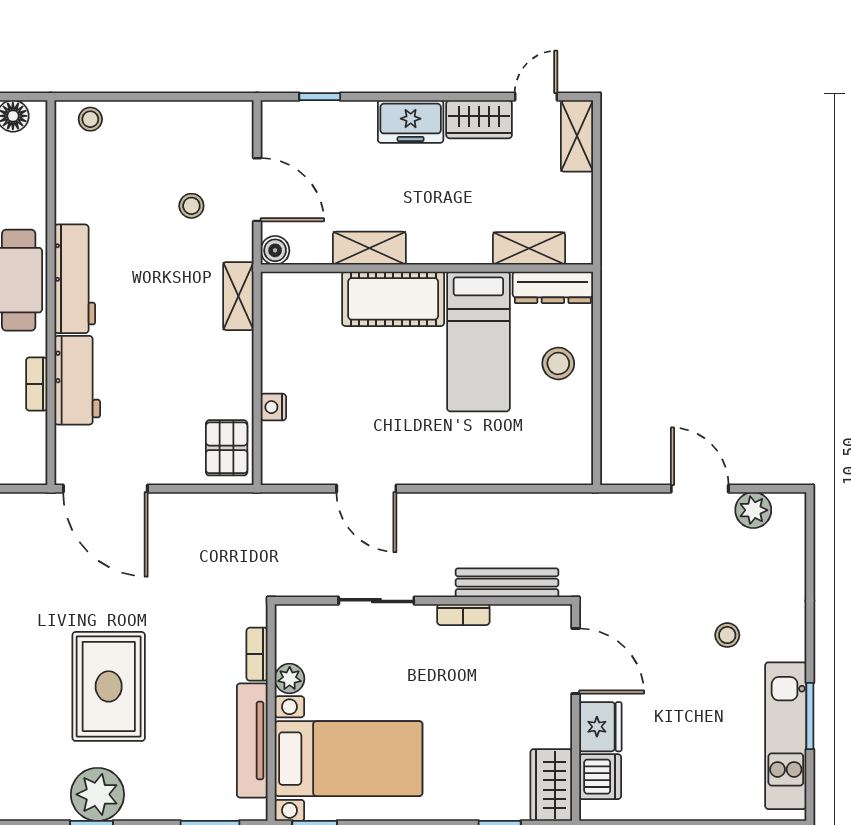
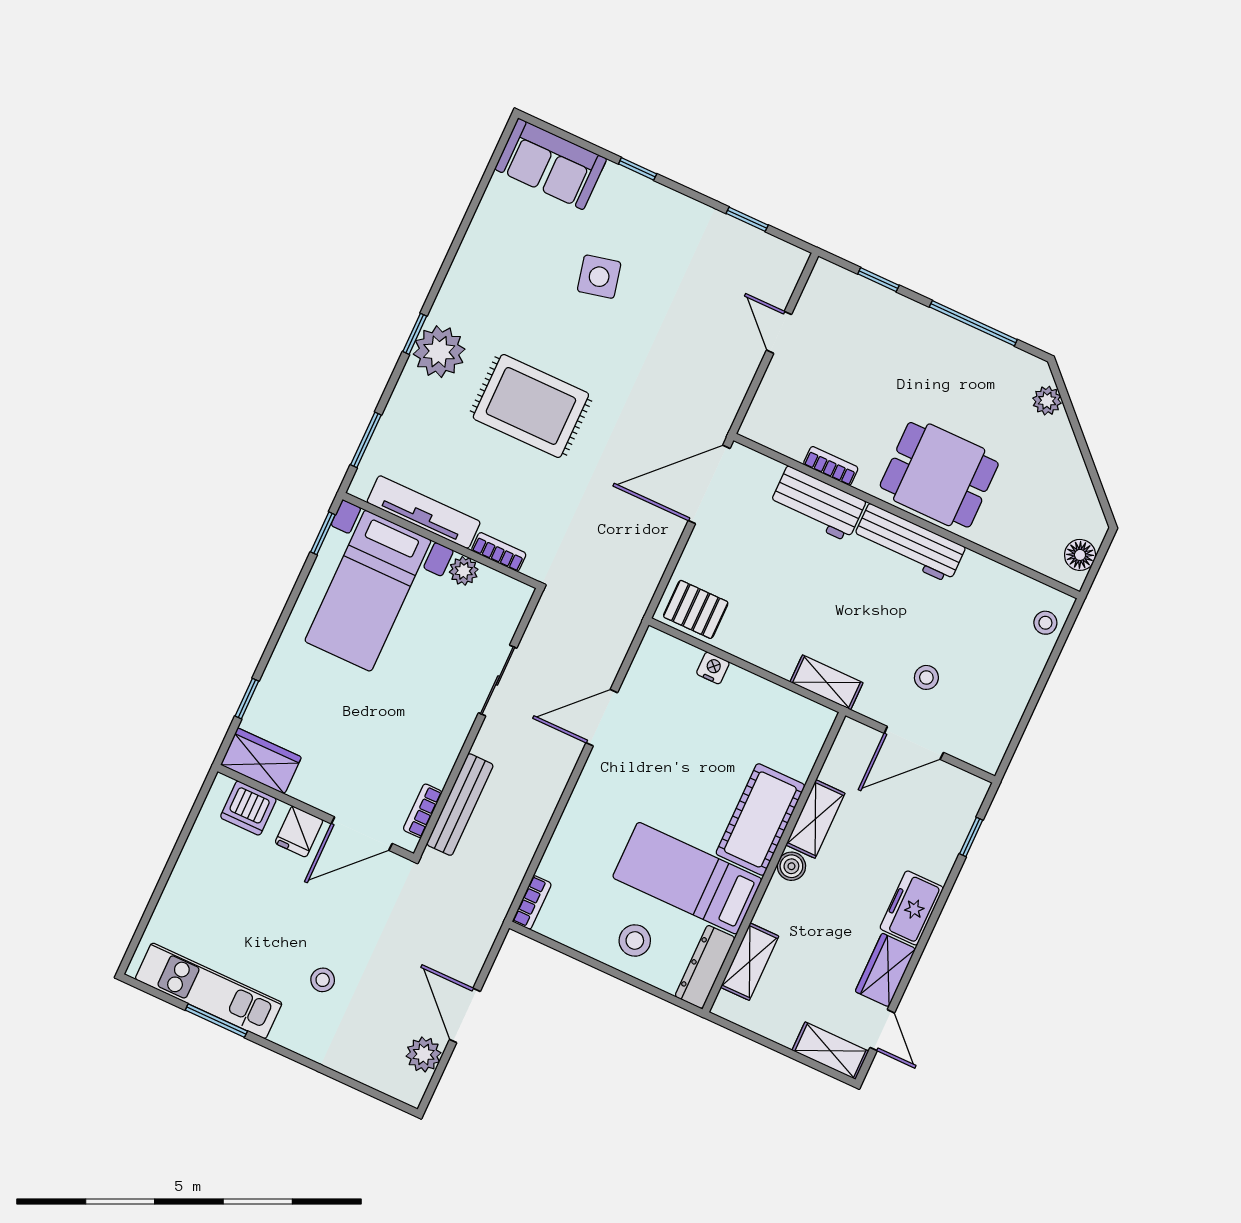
boiler: (275, 250) -> (791, 866), moved
bookcase: (567, 475) -> (532, 902), added
door: (700, 489) -> (465, 1015), swing flipped
bookcase: (463, 615) -> (423, 811), moved
fridge: (600, 727) -> (299, 832), width x0.72

